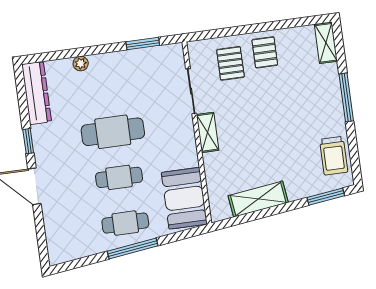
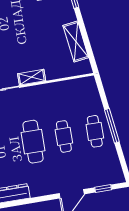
window: (28, 141) -> (103, 189), moved
booth: (184, 198) -> (77, 92), removed

